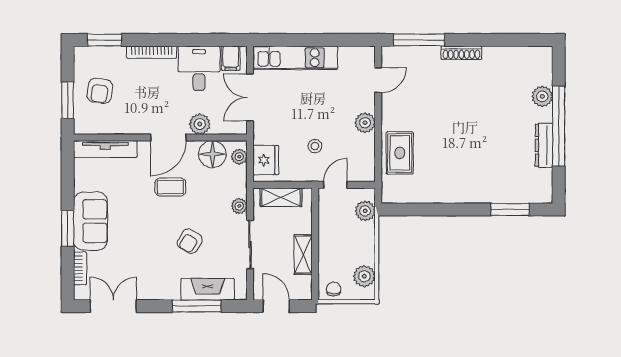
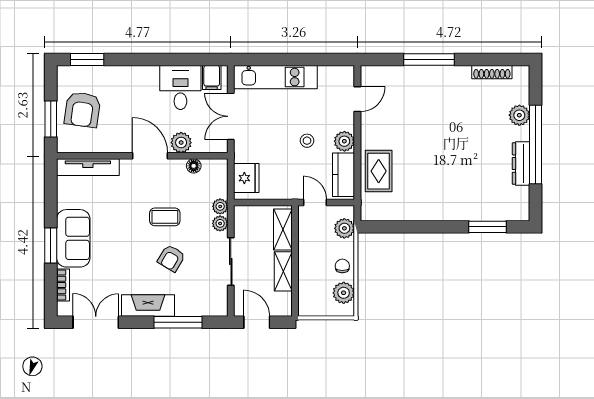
window: (419, 40) -> (429, 59), moved
bookcase: (152, 52) -> (134, 72), removed
shoe rack: (461, 53) -> (492, 72), moved
armchair: (100, 91) -> (82, 110), width x1.38, depth x1.38
door: (168, 138) -> (150, 156), swing flipped
stool: (315, 146) -> (307, 141), moved
floor lamp: (212, 154) -> (194, 166), width x0.53, depth x0.53
plant: (239, 157) -> (220, 206), moved
kitchen counter: (364, 157) -> (343, 175), added
door: (335, 185) -> (315, 203), hinge flipped
coffee table: (170, 187) -> (165, 217), moved
shelving: (281, 197) -> (283, 229), moved, turned 90
fireplace: (208, 289) -> (148, 306), moved
chair: (334, 289) -> (342, 266), moved

